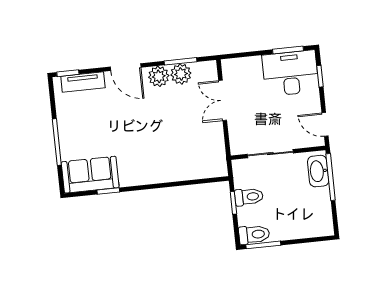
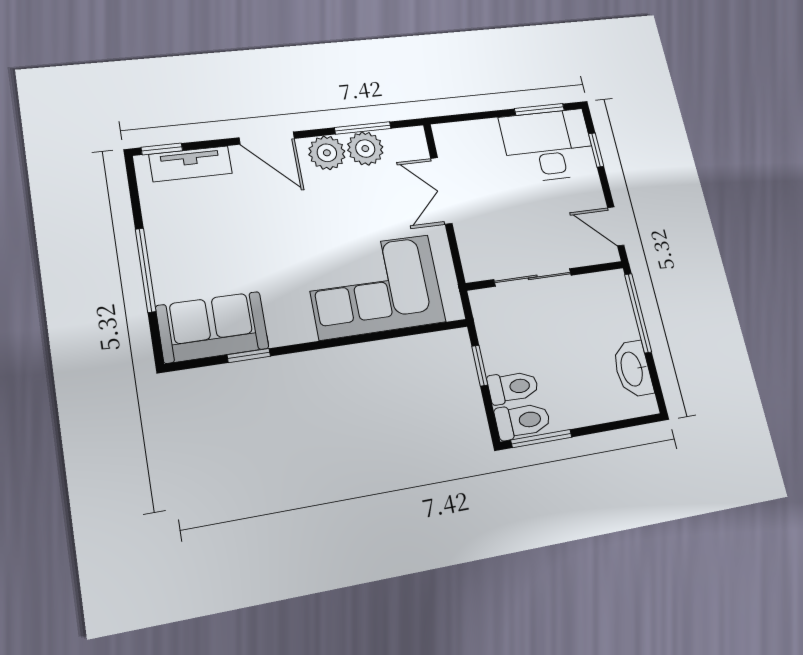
corner sofa: (179, 156) -> (375, 287), added
washbasin: (318, 171) -> (633, 369), moved
toilet: (249, 197) -> (513, 387), moved

